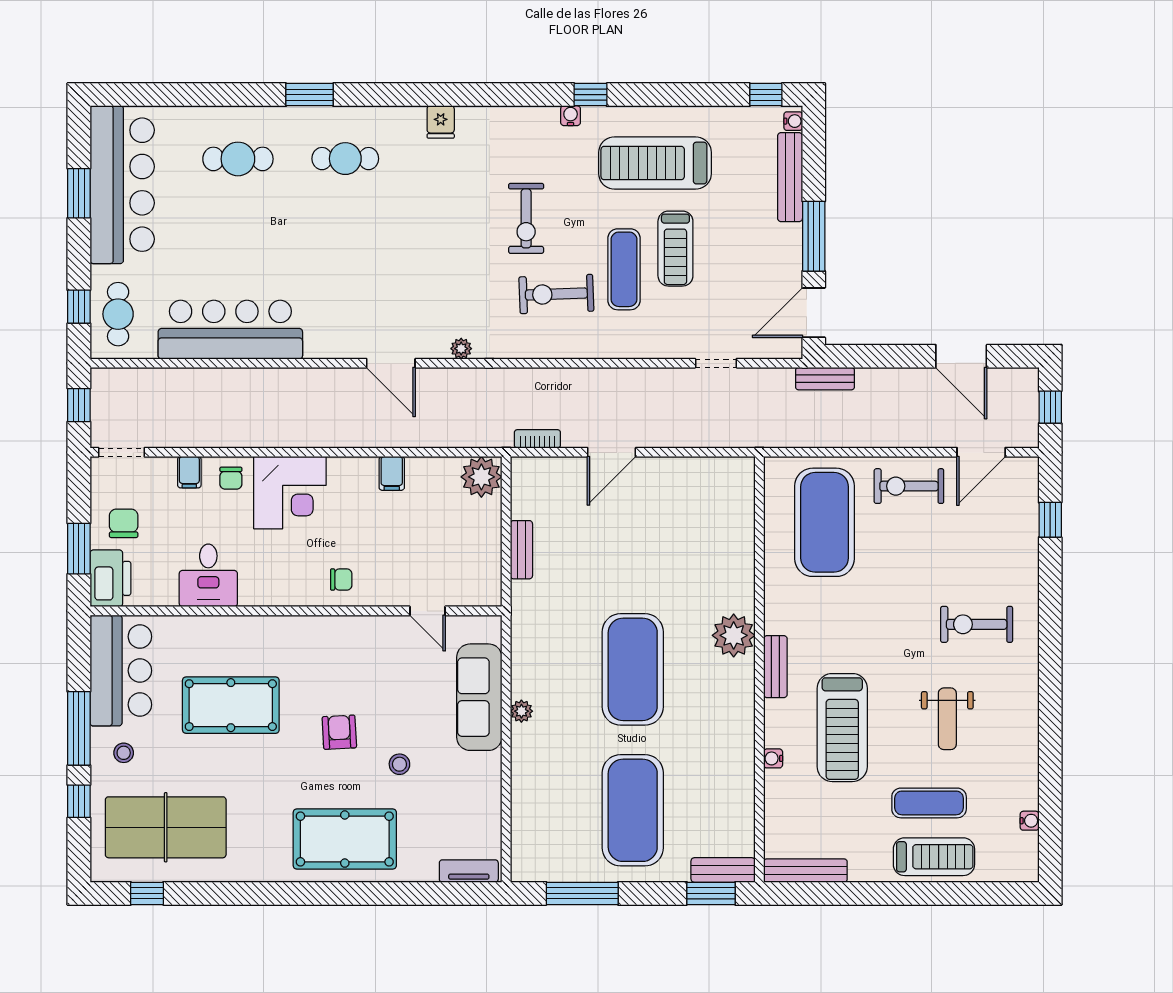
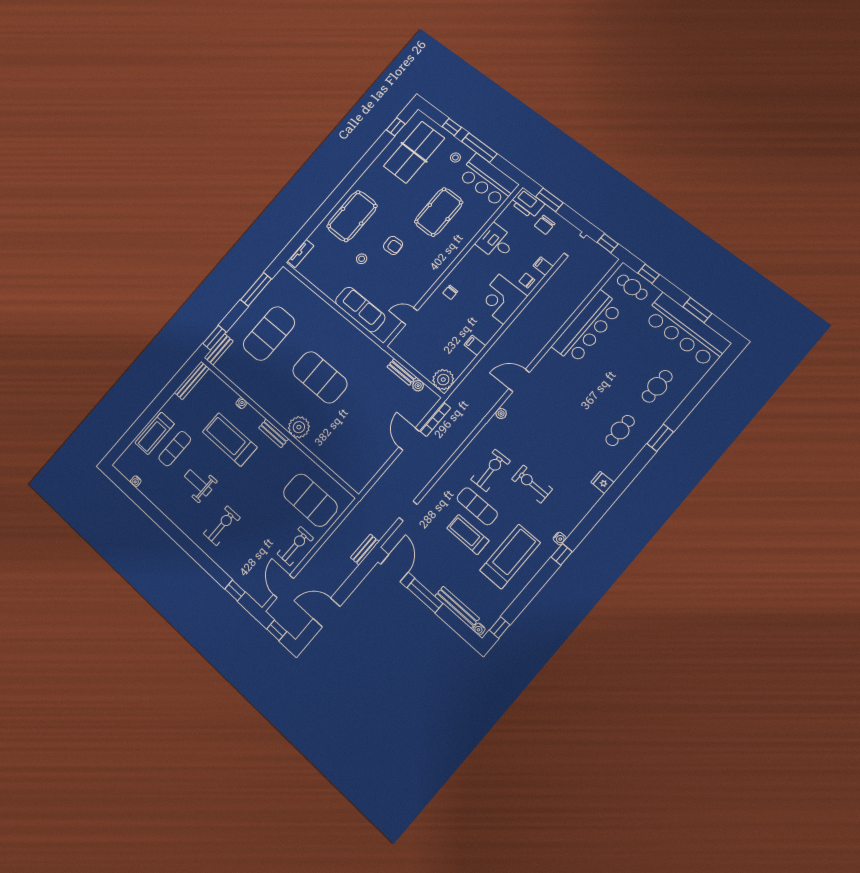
bookcase: (537, 439) -> (435, 419), width x1.56
chair: (124, 523) -> (545, 225), turned 90
plant: (521, 711) -> (418, 386), moved
exercise mat: (633, 810) -> (269, 333), turned 90

